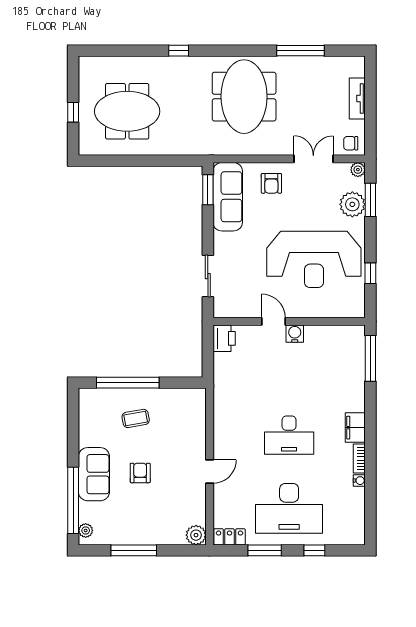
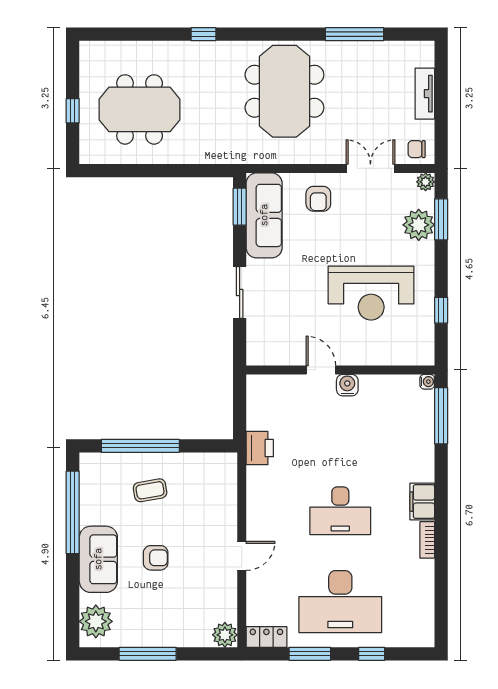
reception desk: (314, 259) -> (371, 293), width x0.74, depth x0.77
sliding door: (208, 276) -> (240, 292), moved
printer: (224, 338) -> (260, 448), moved
armchair: (140, 473) -> (156, 558), turned 90
water cooler: (359, 481) -> (427, 382), moved
window: (73, 500) -> (73, 512), moved
plant: (86, 530) -> (96, 621), width x1.87, depth x1.87

